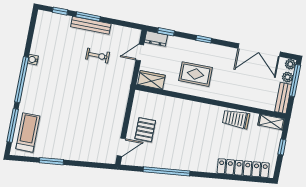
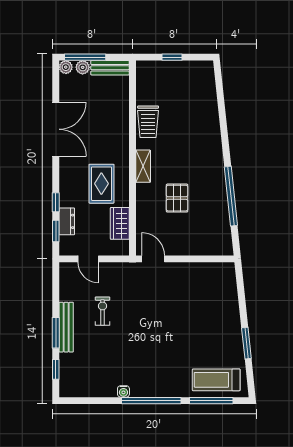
dresser: (156, 39) -> (67, 221), moved
window: (204, 39) -> (56, 202), moved
double door: (259, 50) -> (56, 129), moved
wardrobe: (151, 80) -> (120, 223), moved
shelving: (271, 122) -> (143, 166), moved
pallet: (145, 130) -> (177, 198), moved, turned 90
door: (121, 147) -> (153, 259), moved
locker: (243, 168) -> (208, 101), removed

